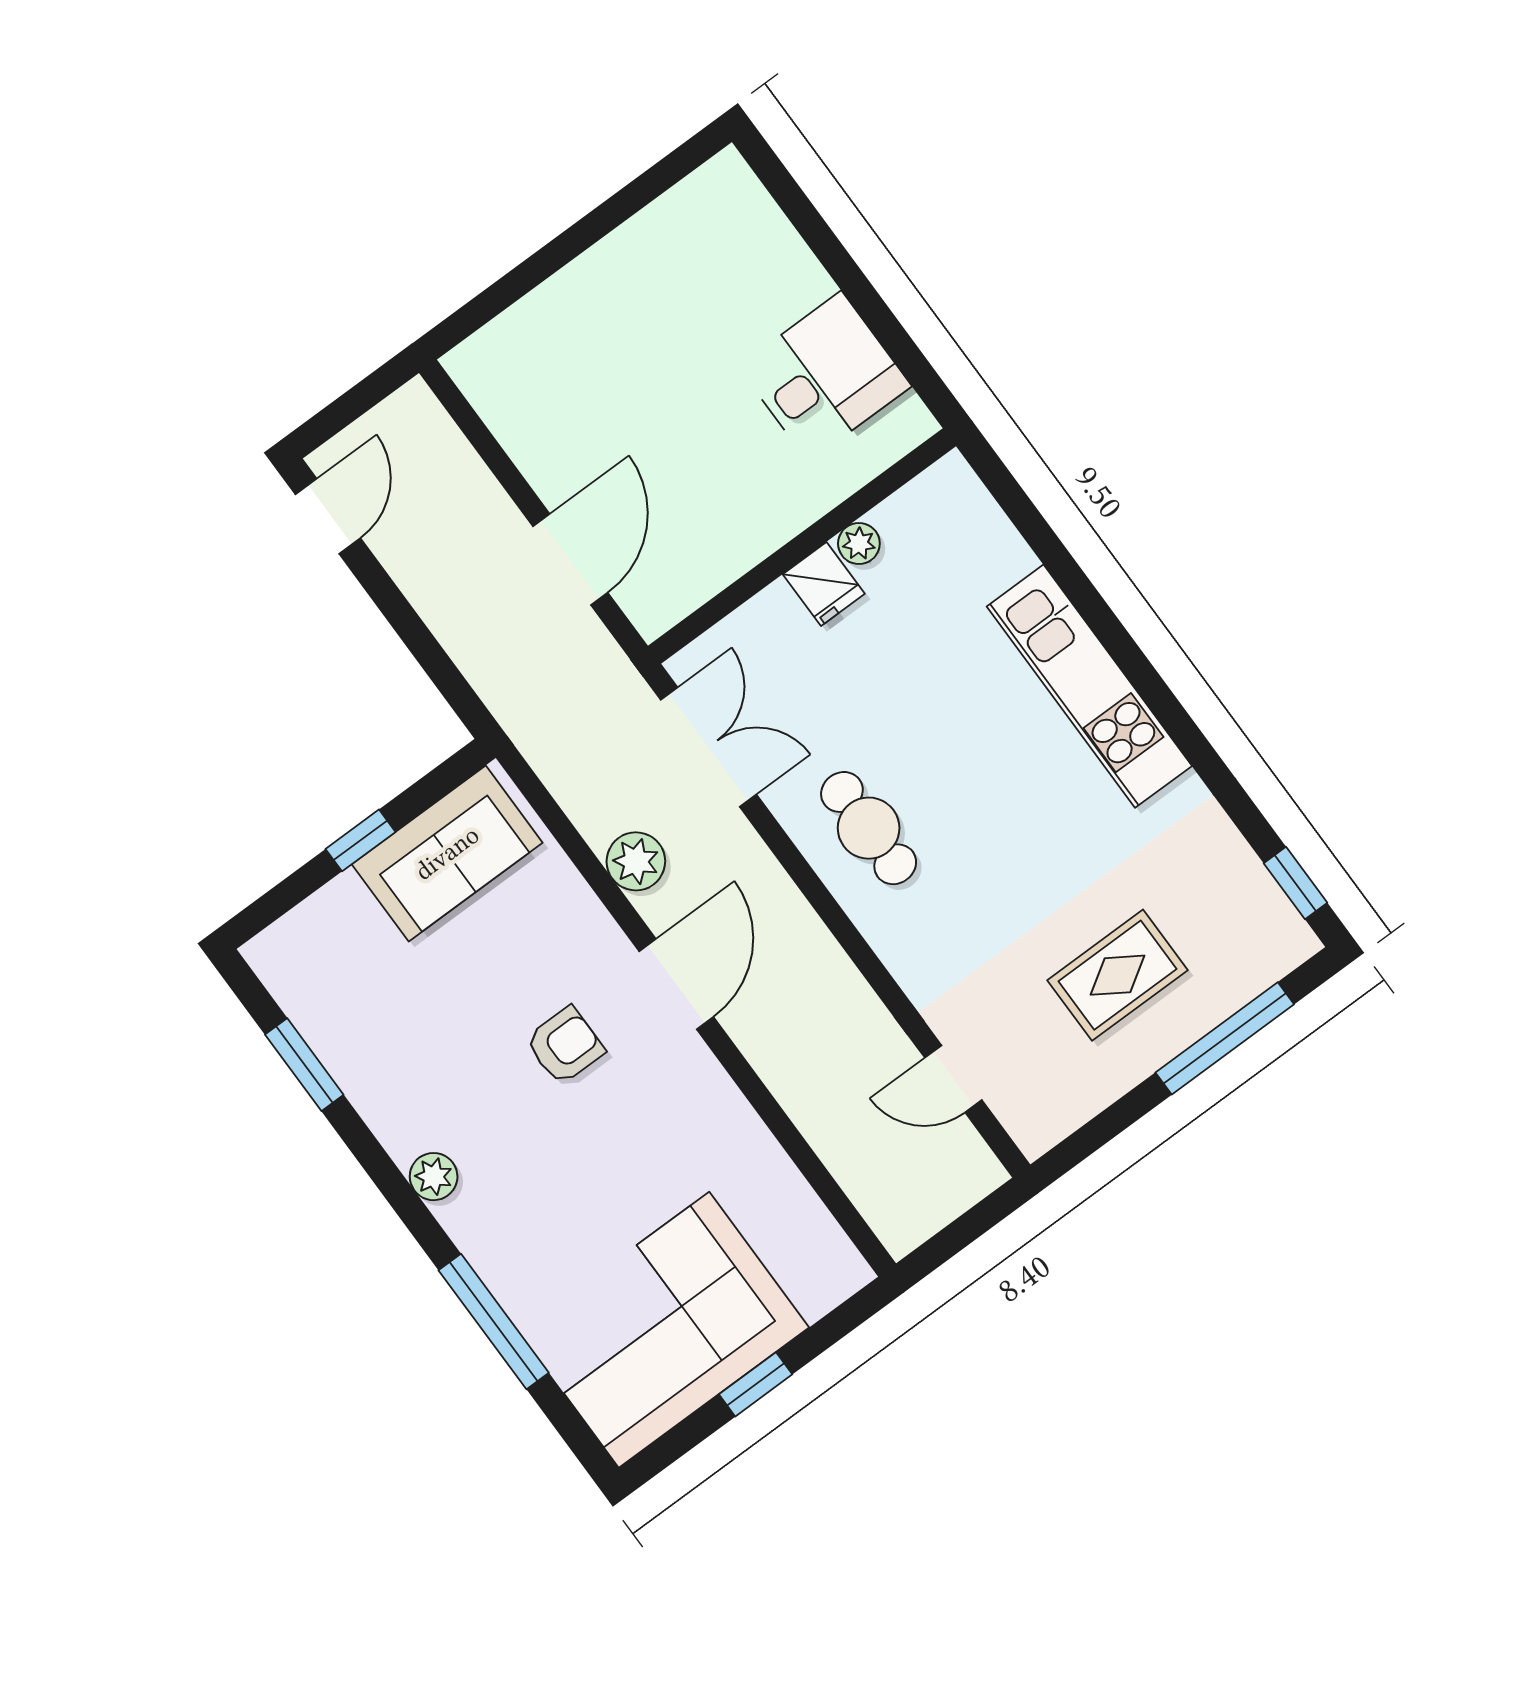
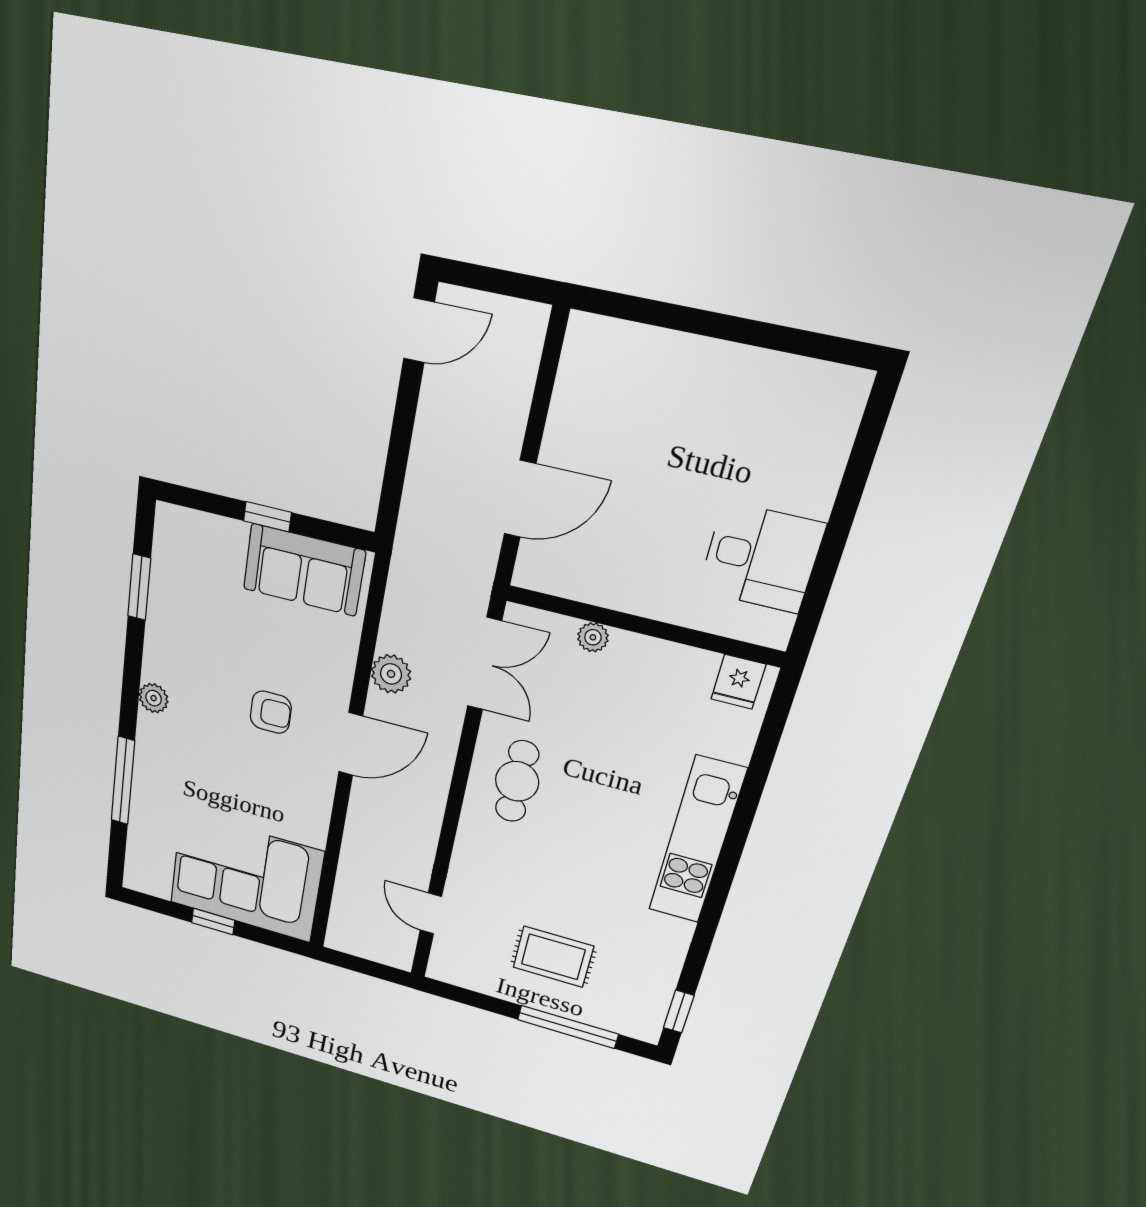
plant: (859, 544) -> (593, 637), moved
fridge: (824, 584) -> (738, 682), moved
corner sofa: (664, 1330) -> (246, 877), moved

